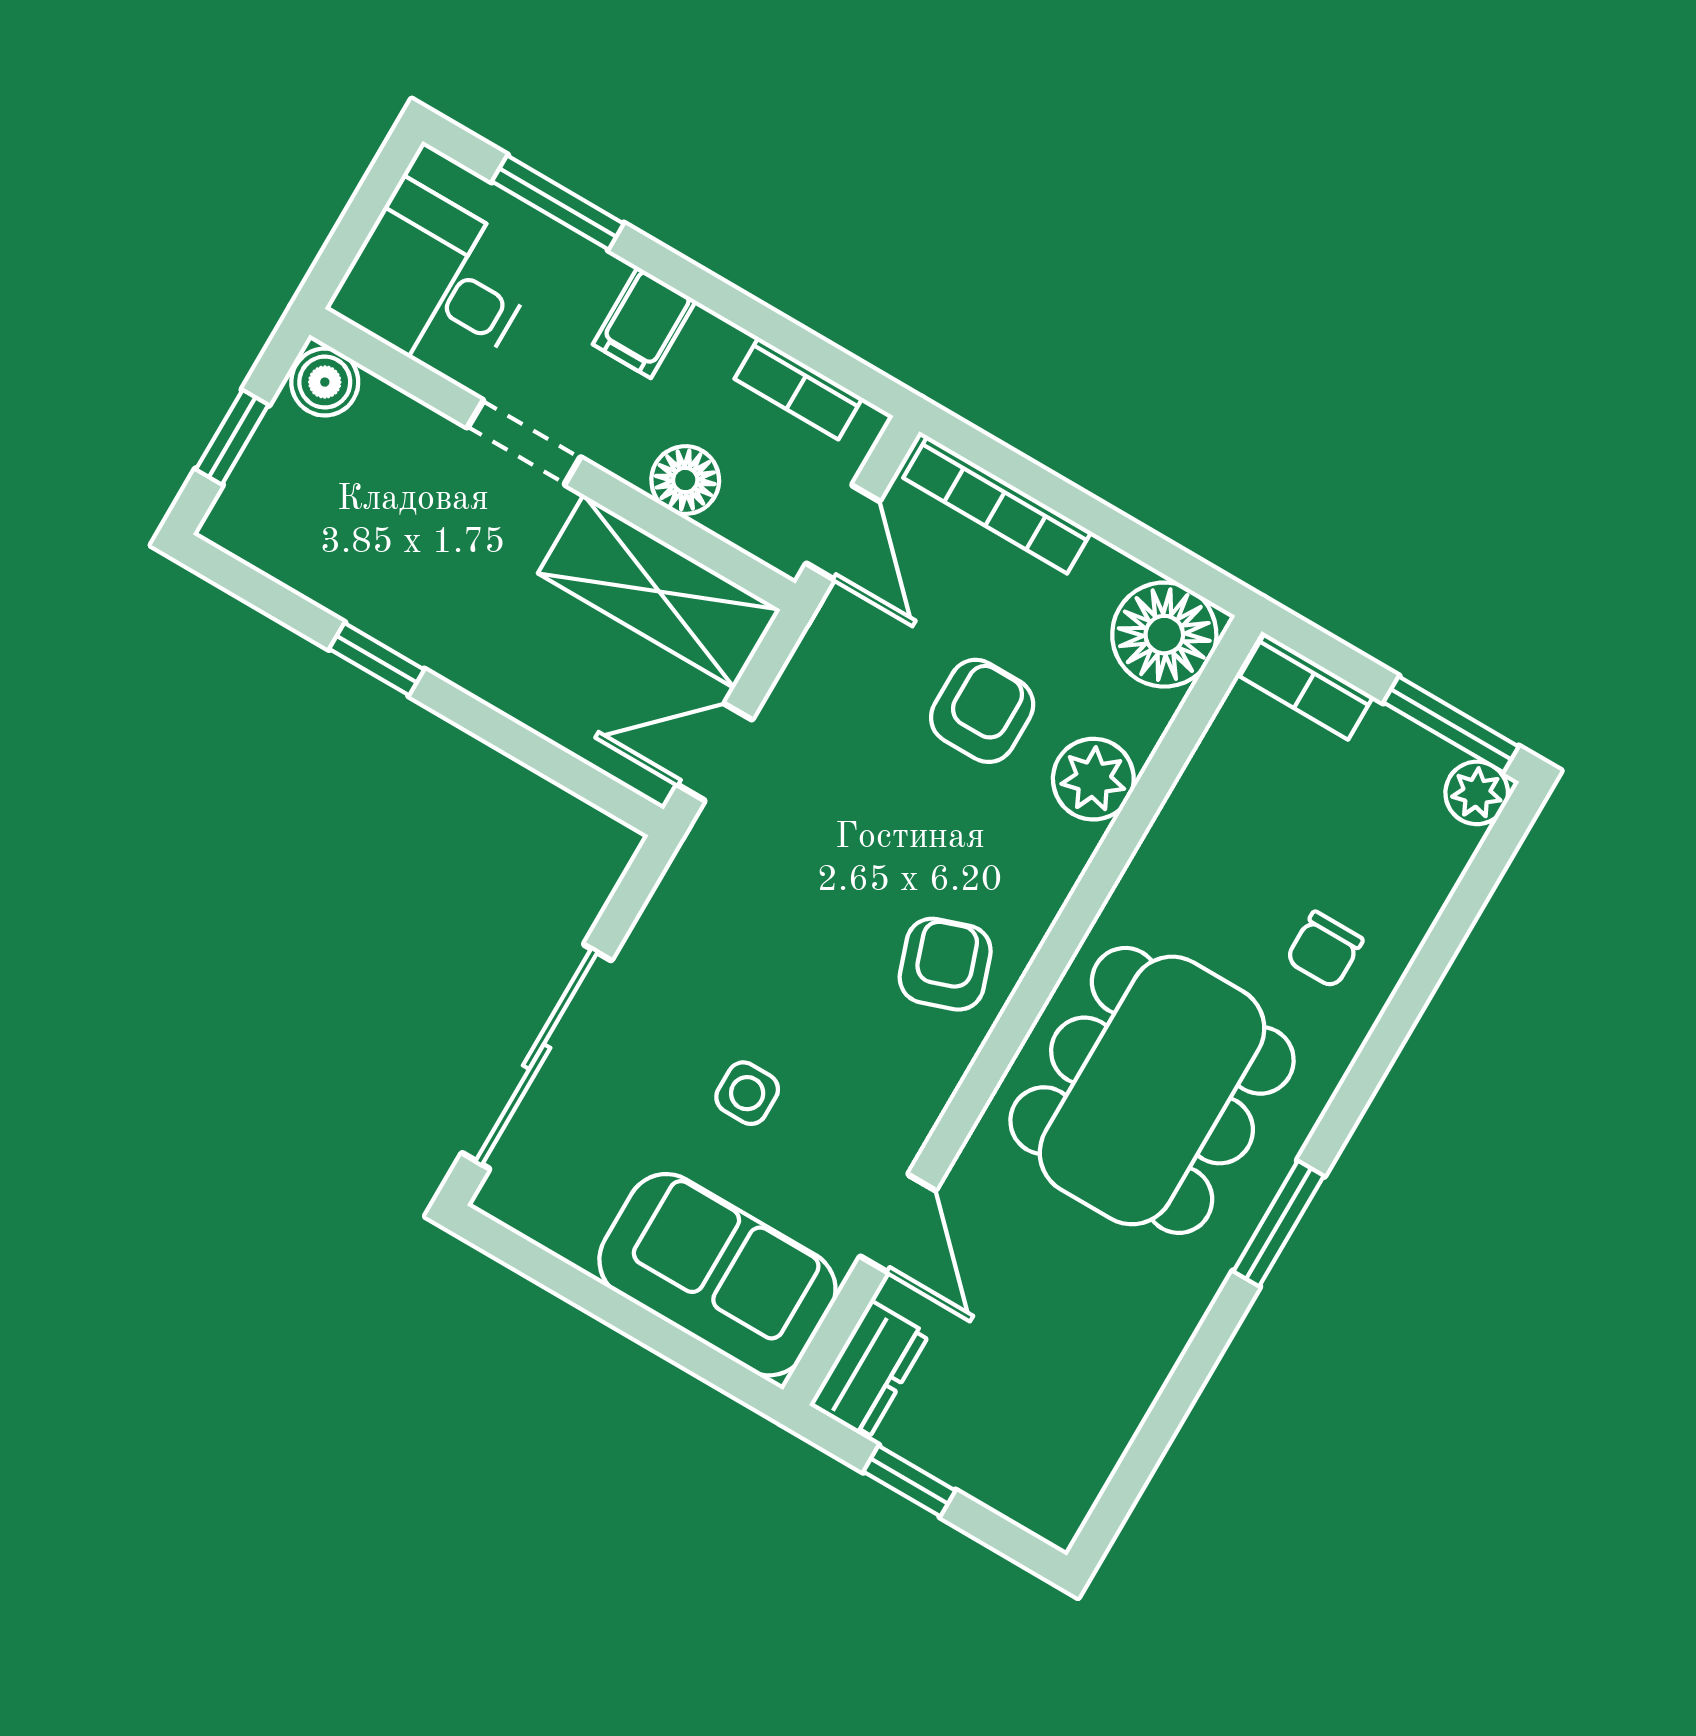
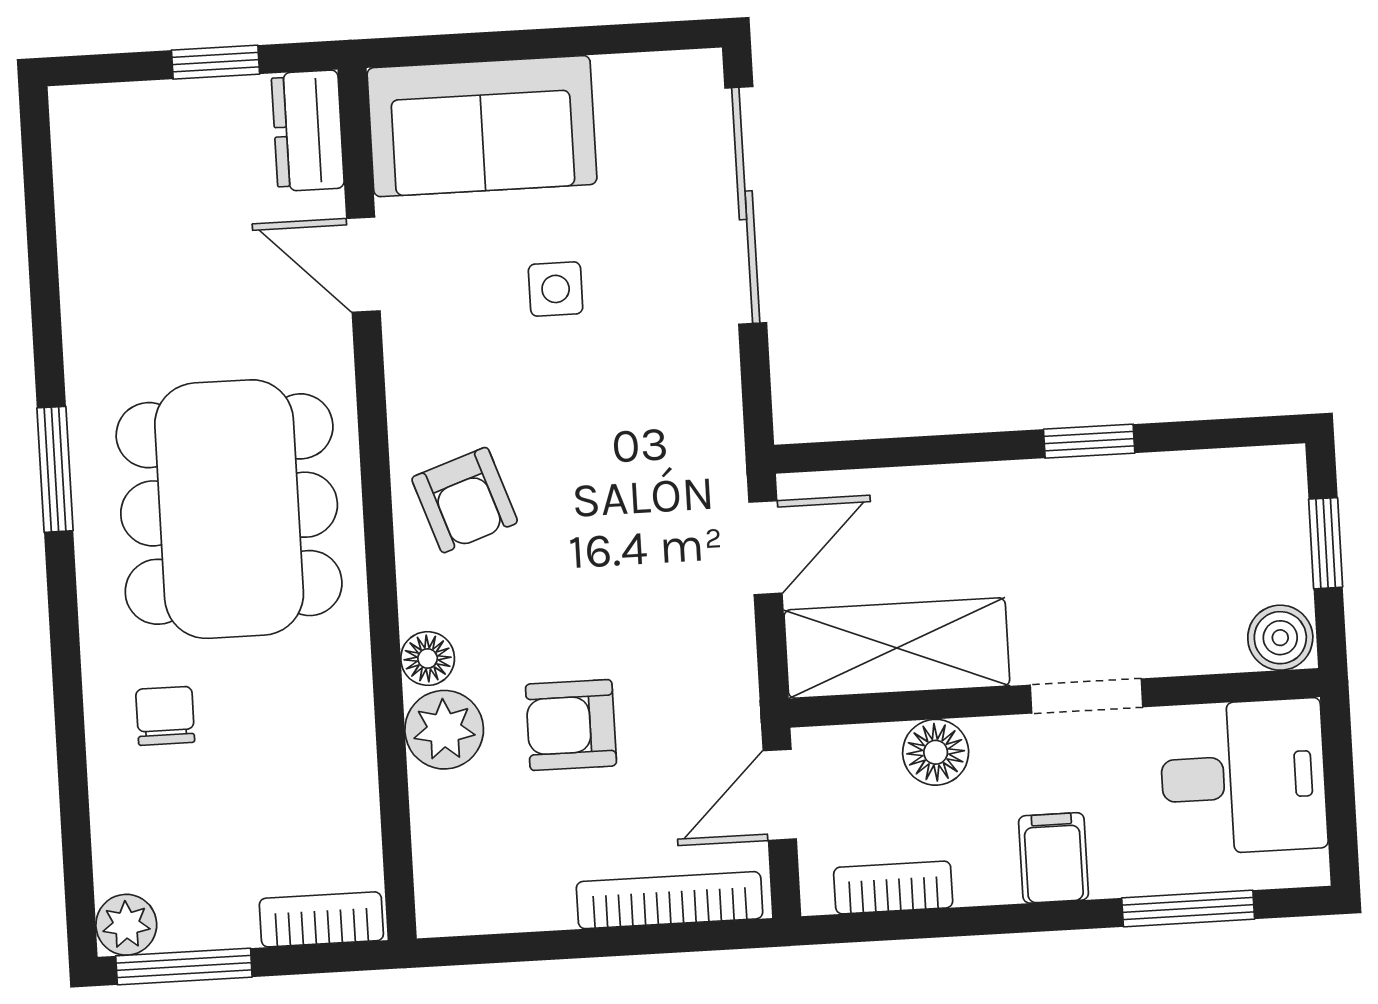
door: (843, 532) -> (780, 795), hinge flipped
floor lamp: (1164, 635) -> (428, 659), moved, width x0.53, depth x0.53
armchair: (982, 711) -> (571, 725), turned 90

